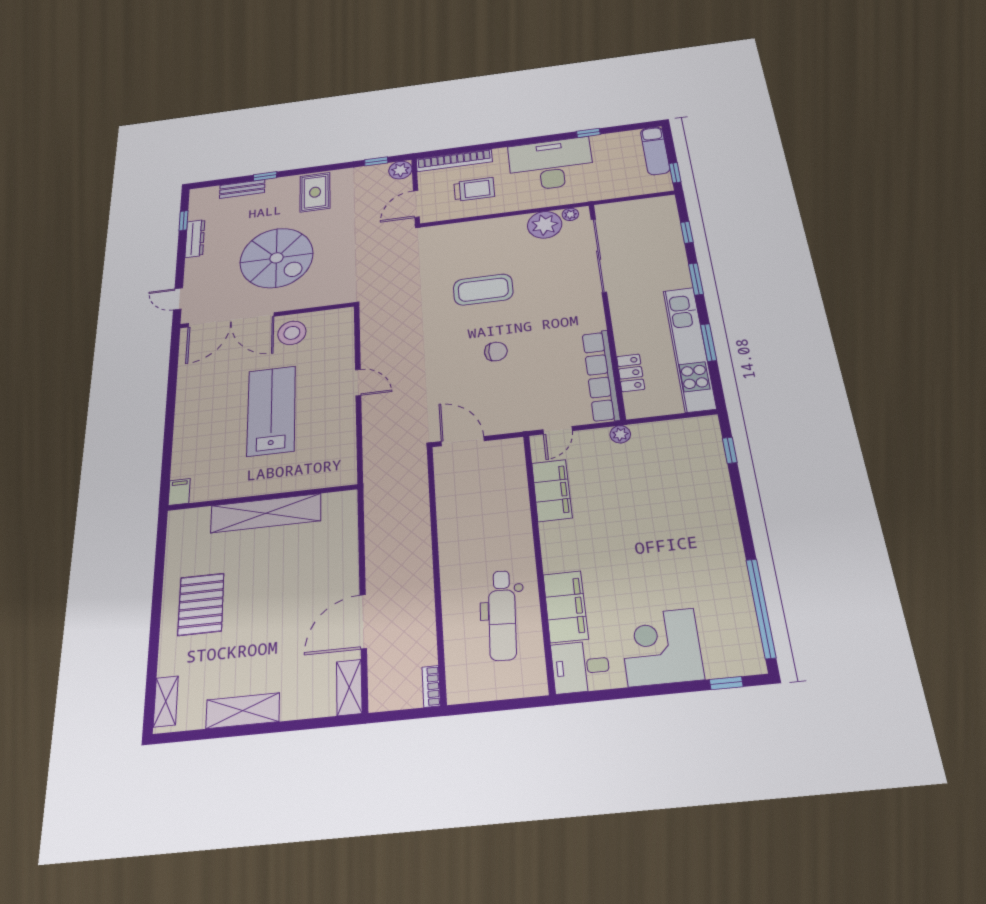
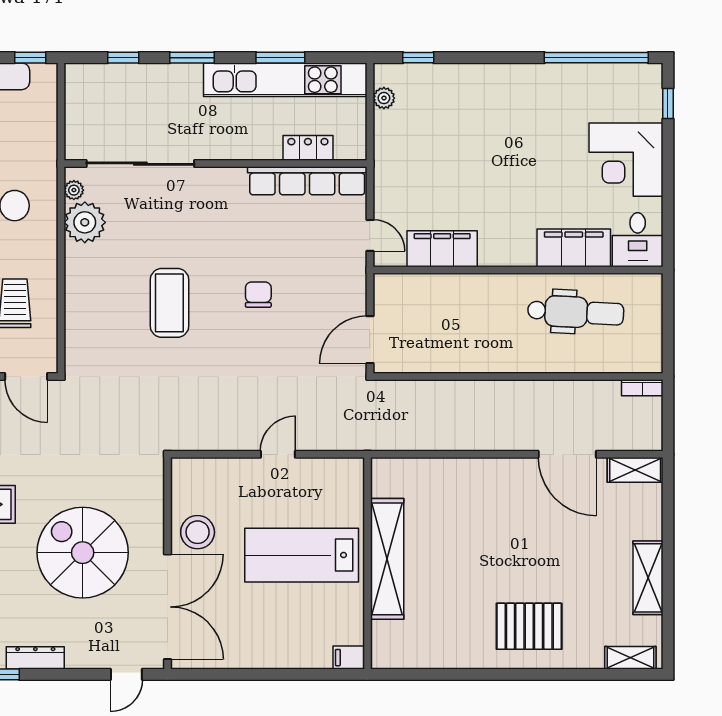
spiral stairs: (276, 258) -> (83, 553), turned -90
plant: (620, 434) -> (384, 98), moved
filing cabinet: (179, 492) -> (349, 658), moved
wall: (262, 497) -> (367, 563), moved
shelving: (266, 513) -> (387, 559), moved

